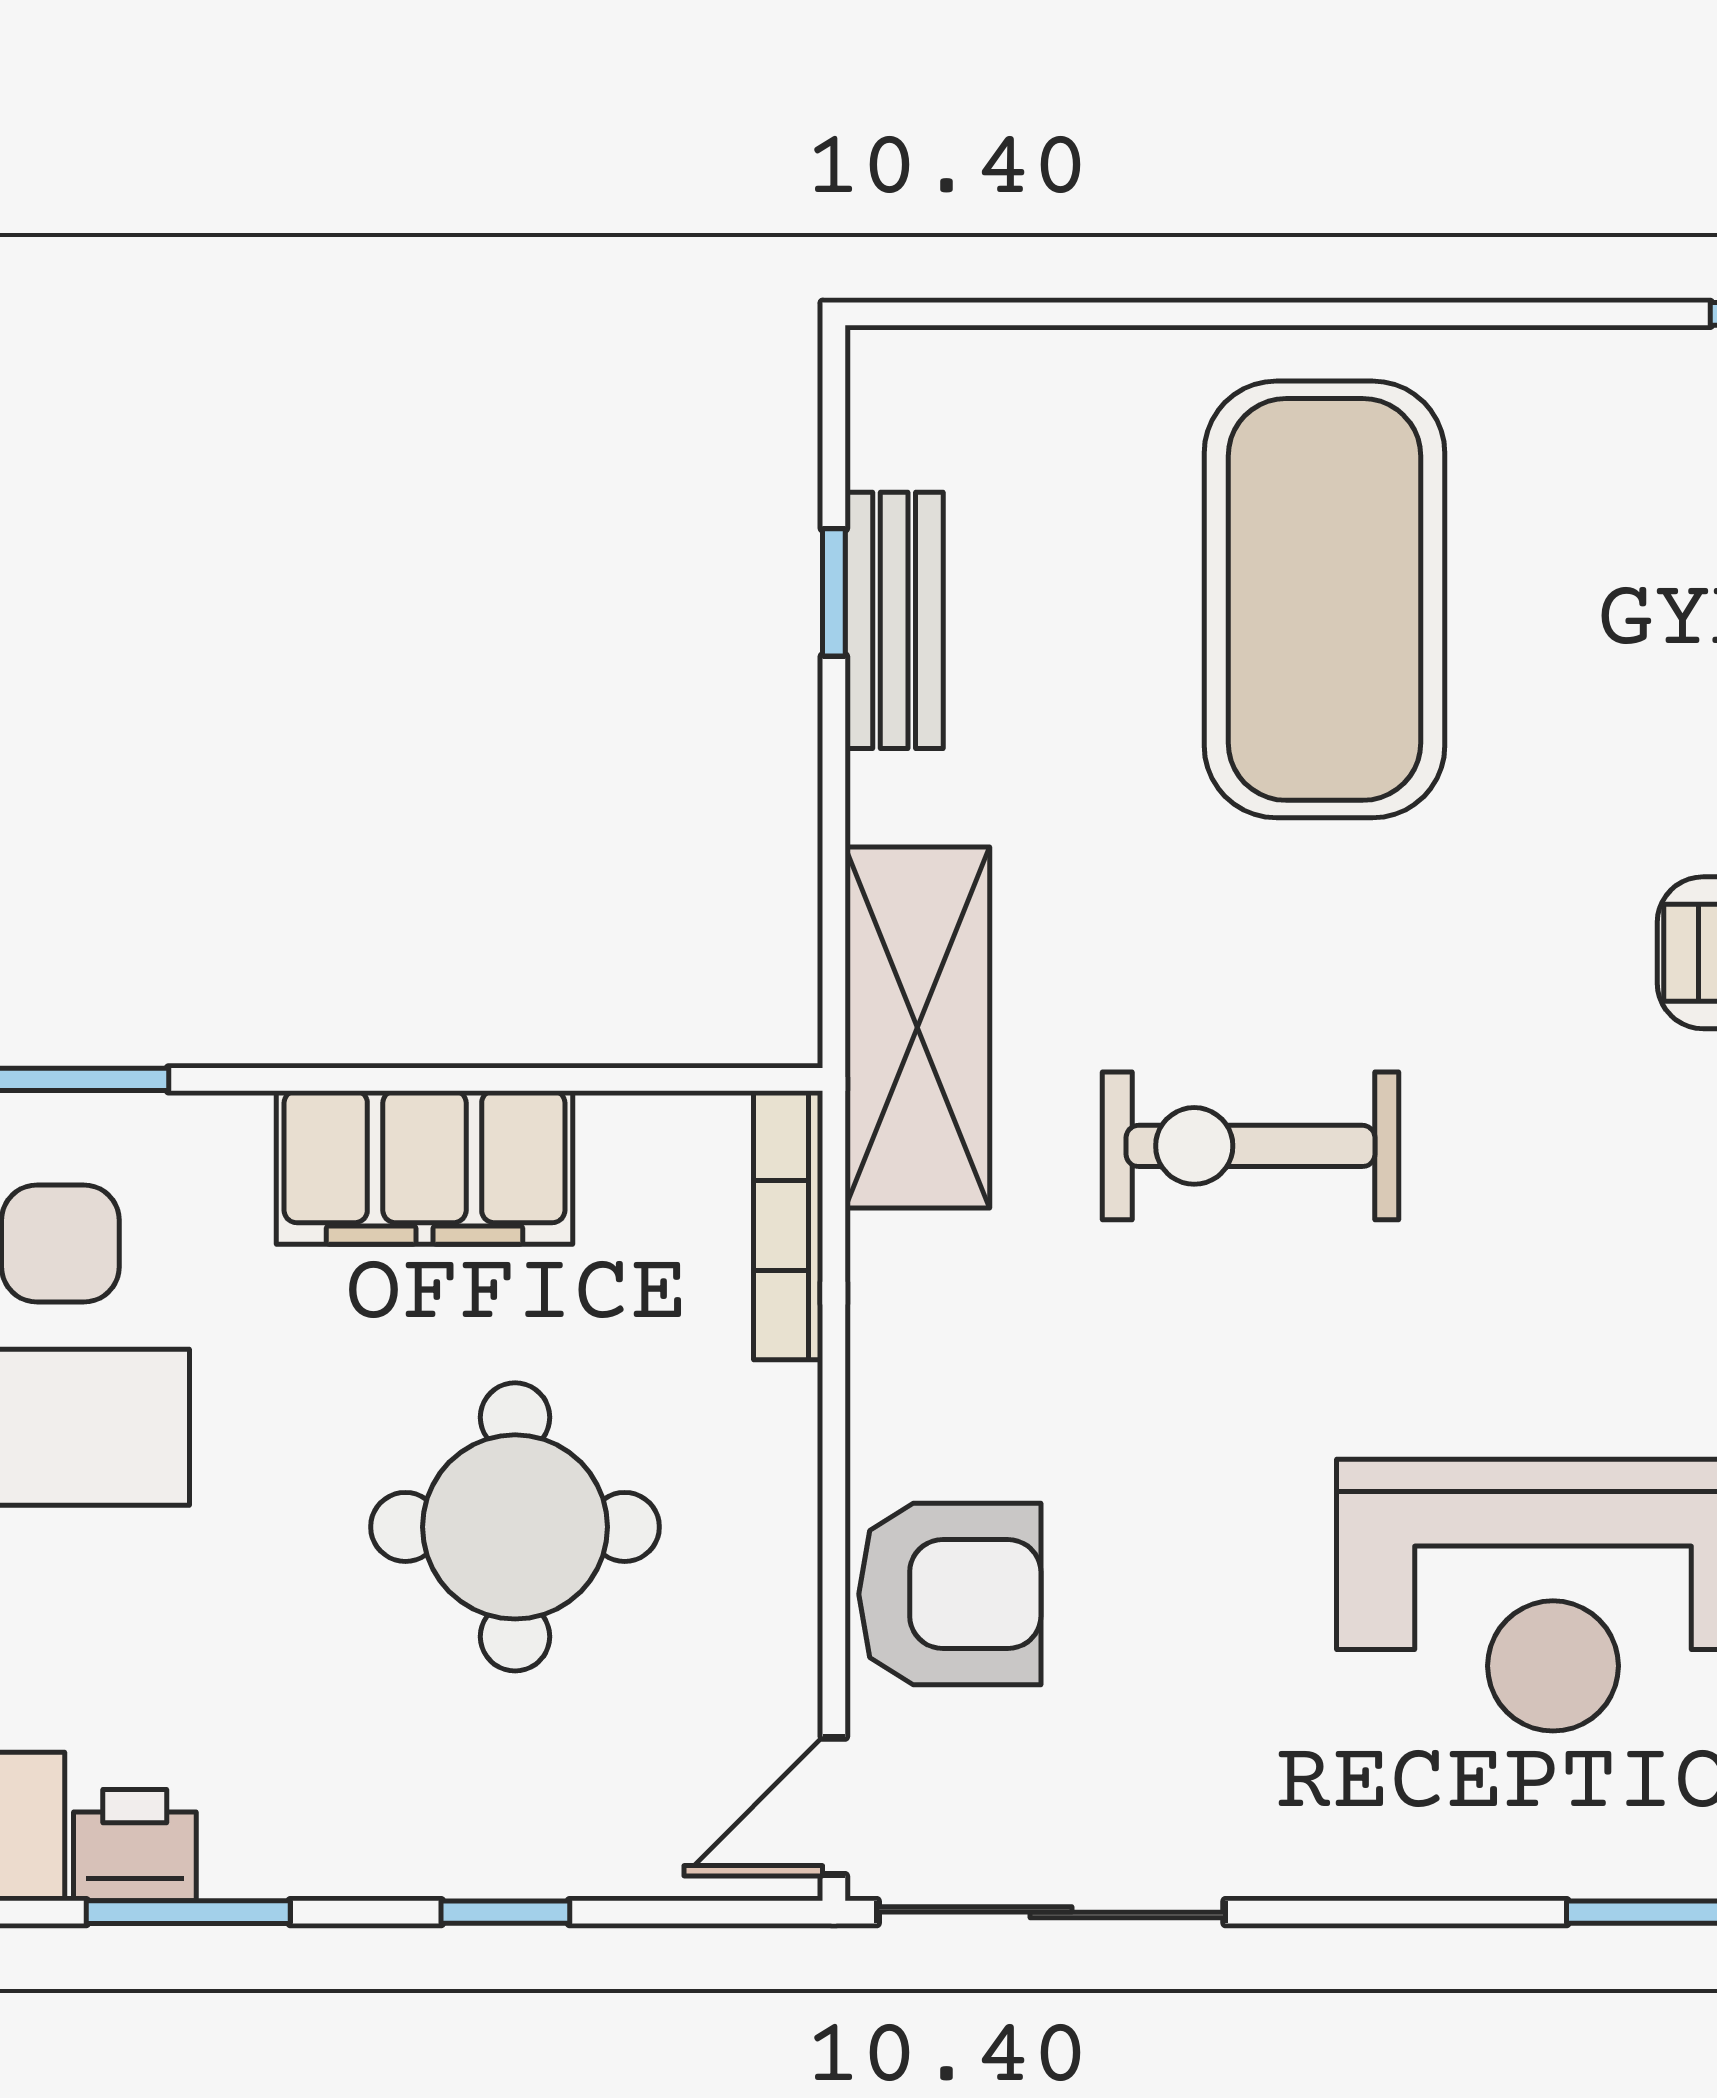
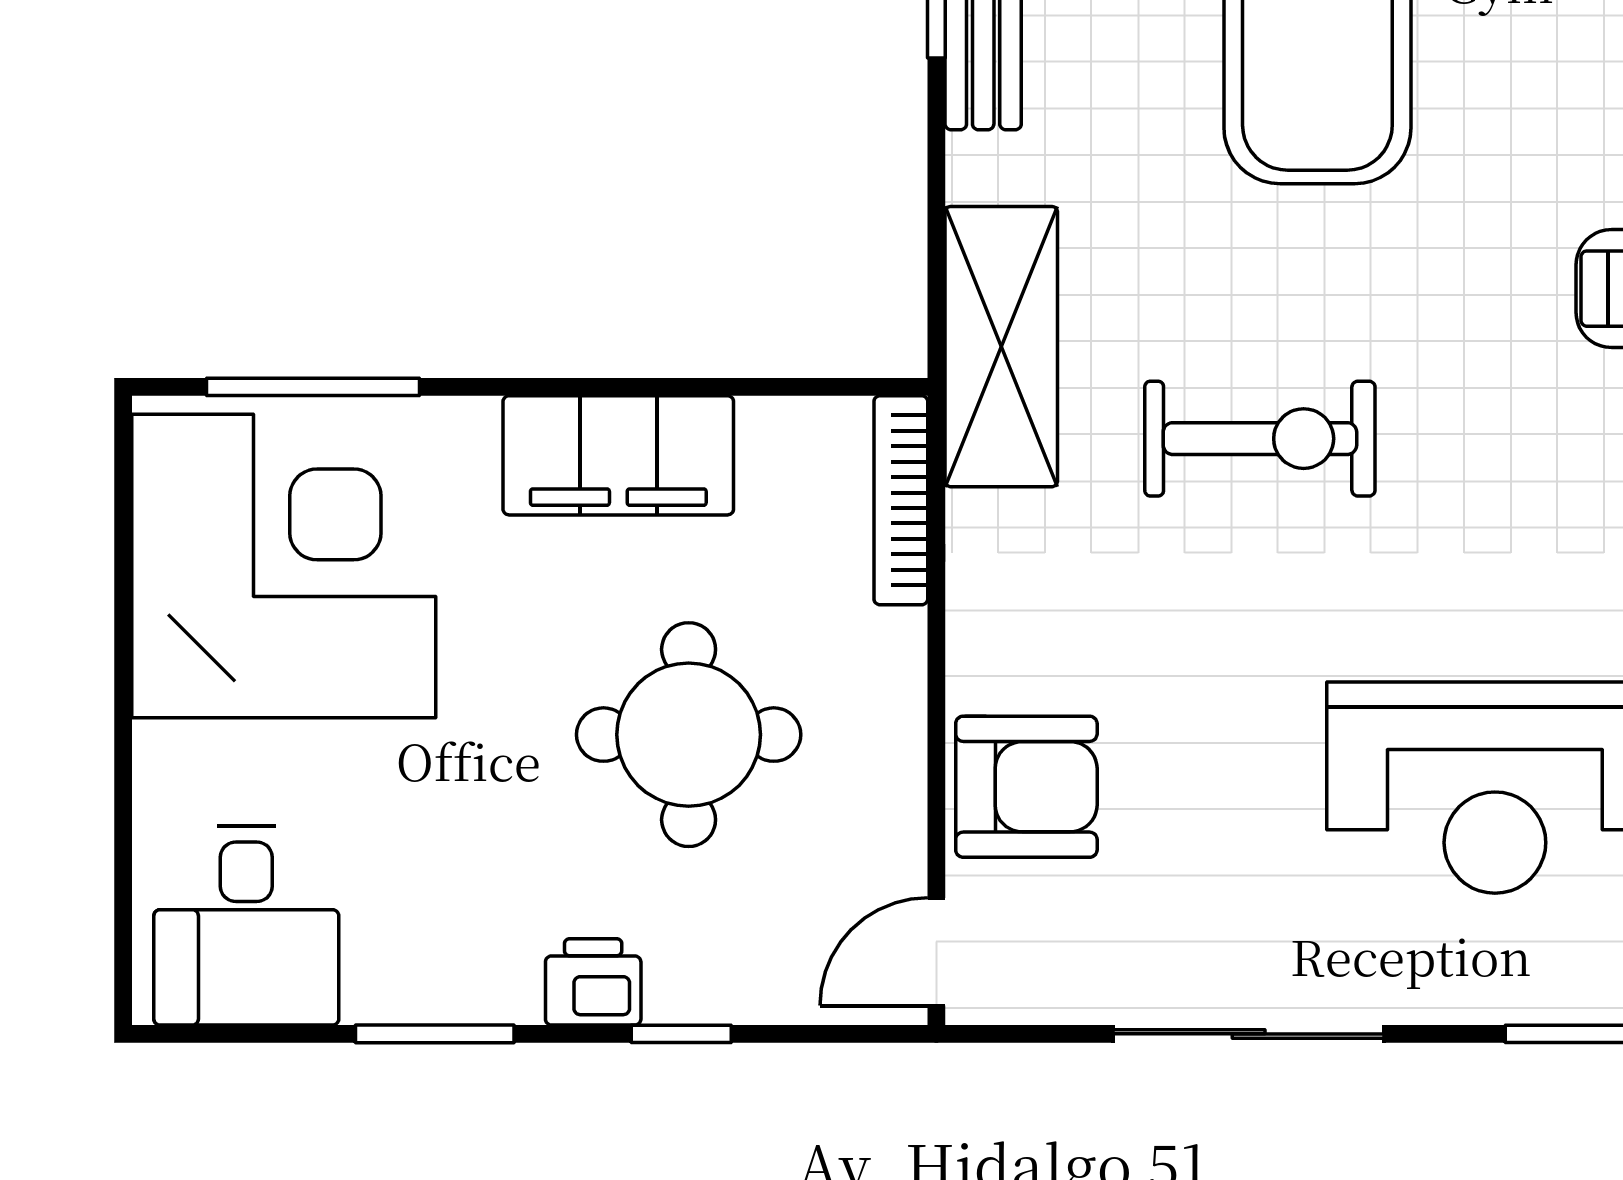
exercise bike: (1250, 1146) -> (1260, 439), turned 180
printer: (135, 1845) -> (593, 982), moved
sliding door: (1051, 1912) -> (1249, 1034), moved

